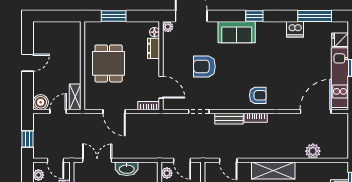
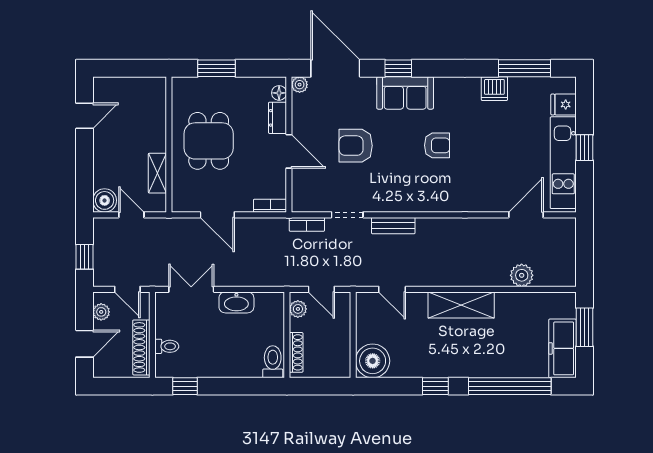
window: (254, 16) -> (398, 68), moved
door: (28, 63) -> (84, 116), moved
door: (161, 87) -> (289, 151), moved
armchair: (258, 95) -> (437, 145), moved
shelving: (75, 97) -> (157, 173), moved
door: (58, 112) -> (131, 215), hinge flipped
door: (316, 112) -> (526, 215), width x0.73
bookcase: (256, 118) -> (307, 224), moved

